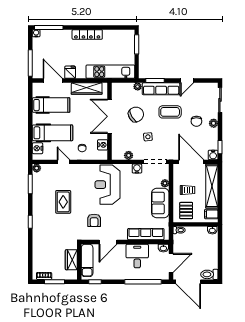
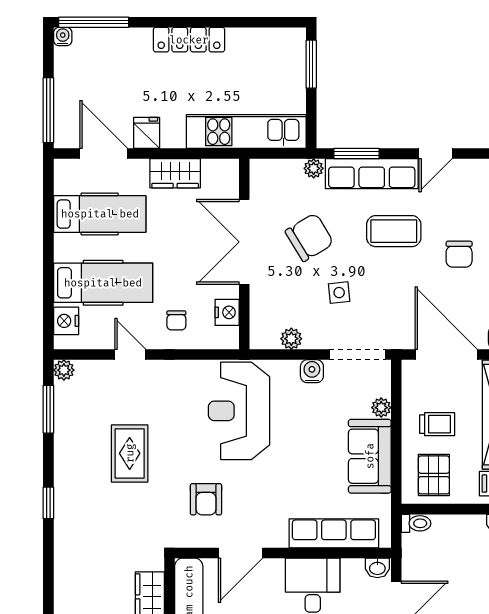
wardrobe: (87, 89) -> (175, 173), width x0.67

